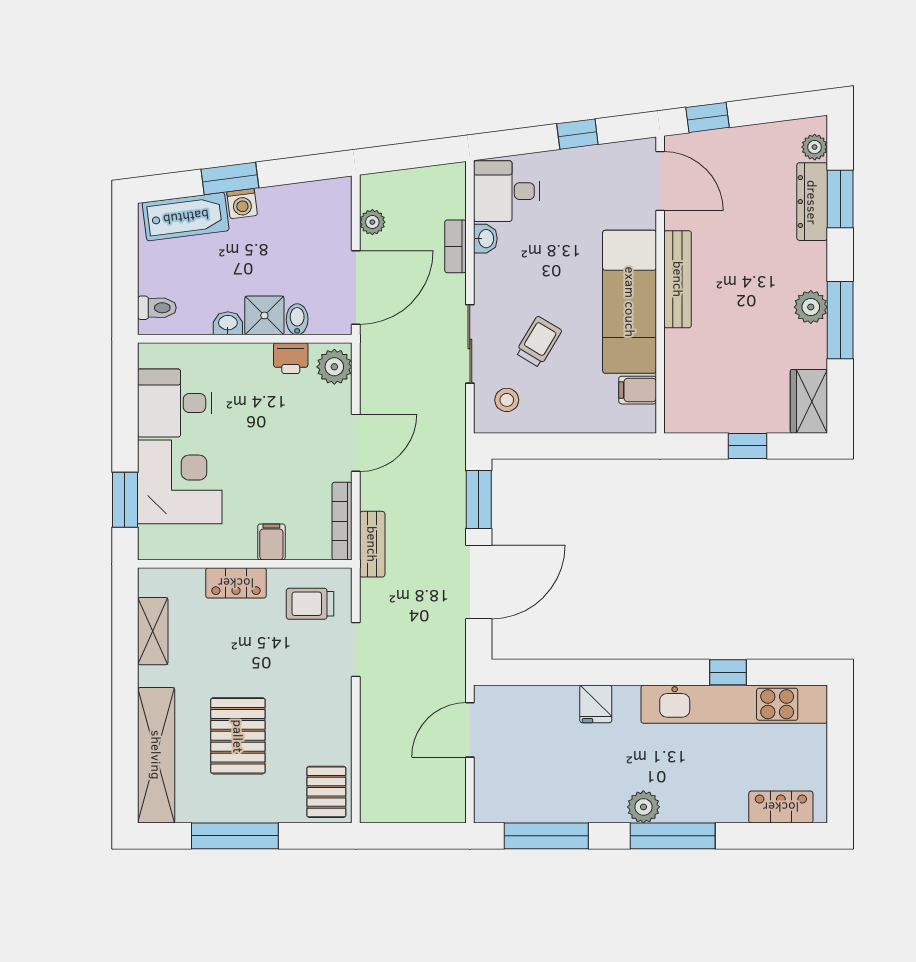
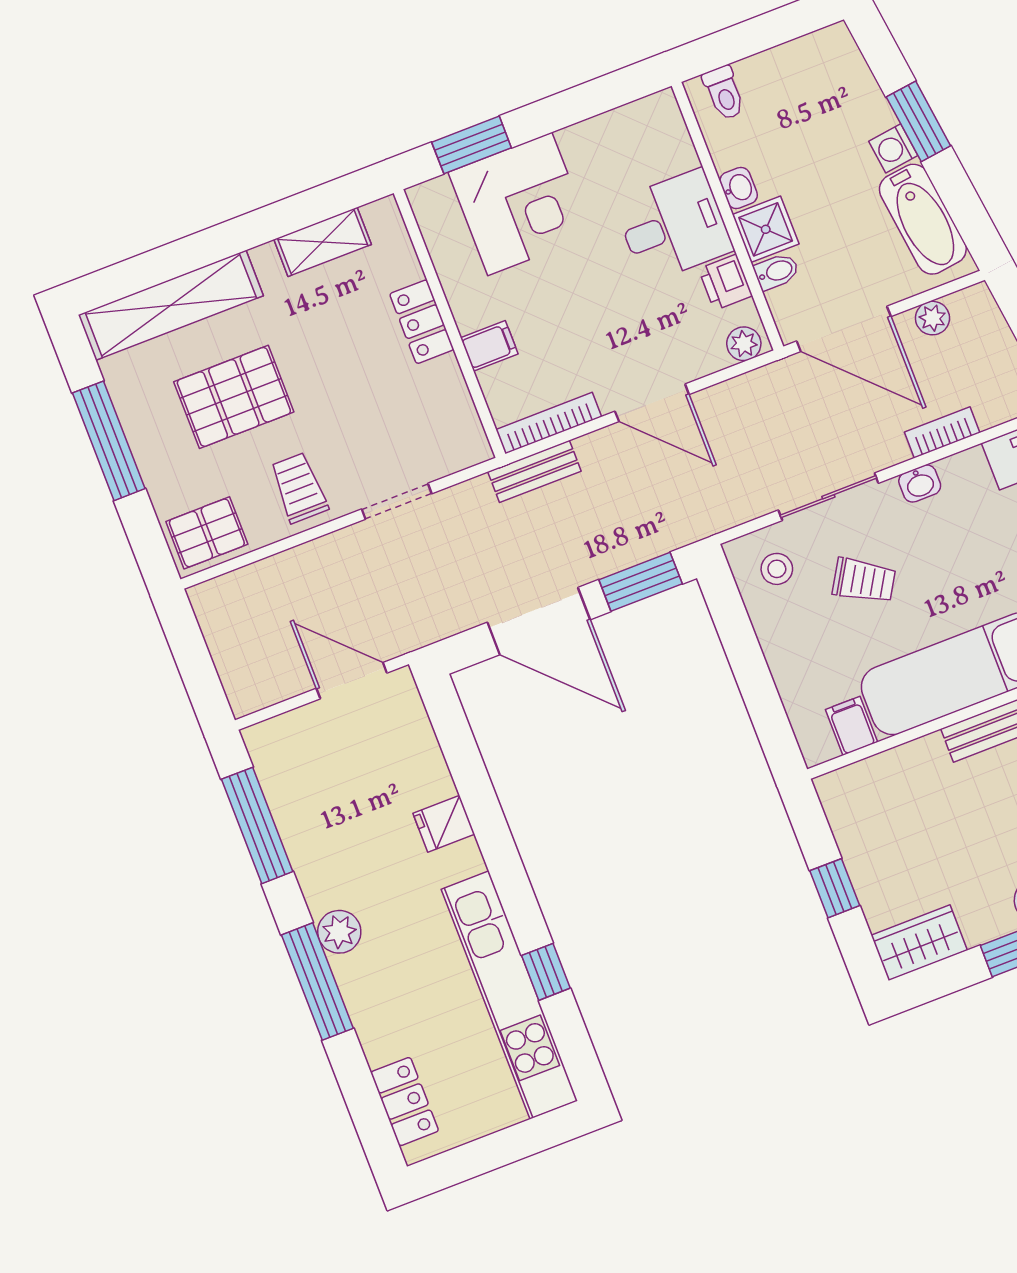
bathtub: (186, 217) -> (923, 219), moved
washbasin: (485, 239) -> (920, 483), moved
plant: (334, 367) -> (744, 344), width x0.73, depth x0.73
desk: (175, 403) -> (674, 226), moved, turned 90
trolley: (310, 604) -> (299, 488), moved

